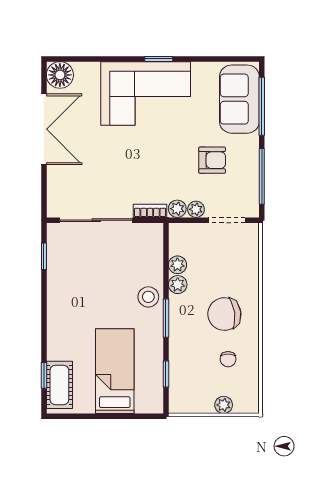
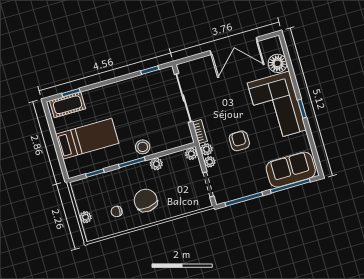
floor lamp: (60, 75) -> (278, 63), moved
armchair: (212, 160) -> (239, 141), moved, turned 180
plant: (177, 265) -> (191, 154), moved

